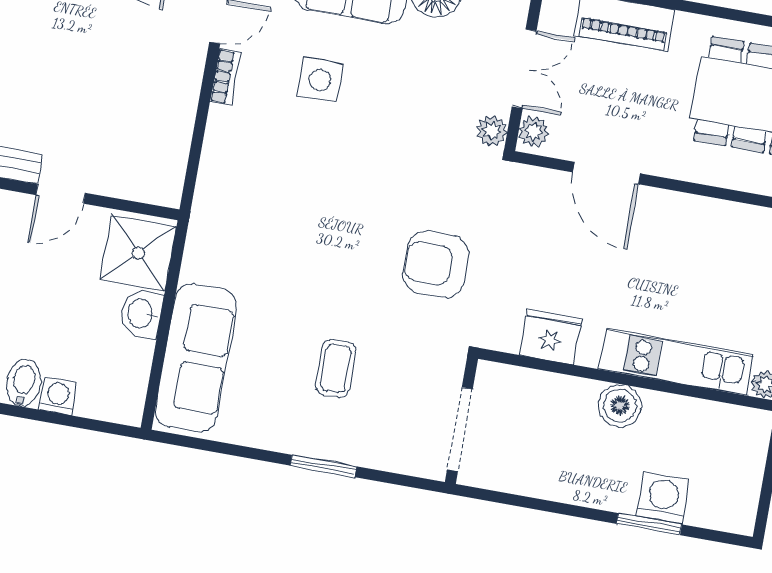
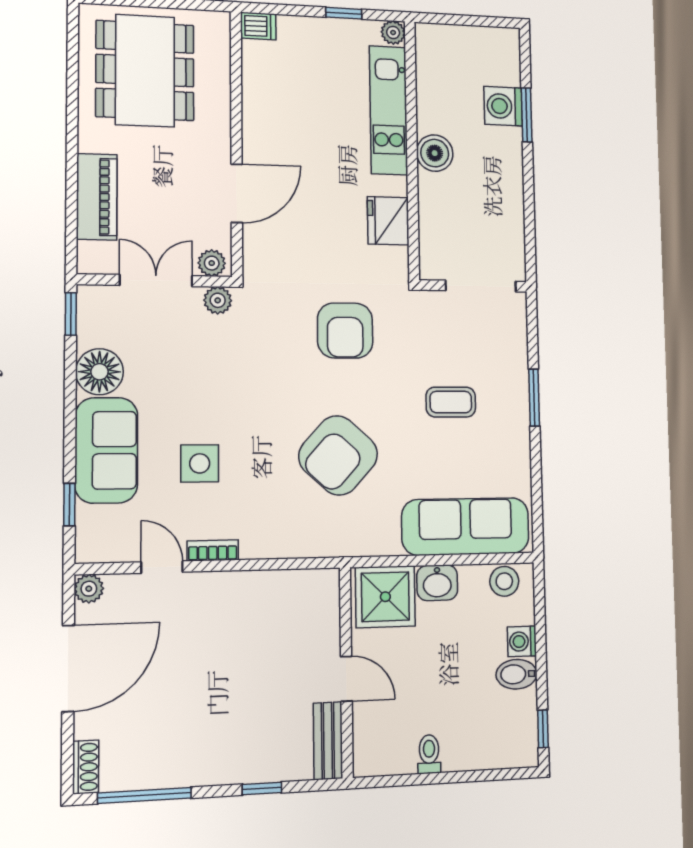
armchair: (300, 231) -> (338, 455), added
stool: (127, 390) -> (504, 581), added

